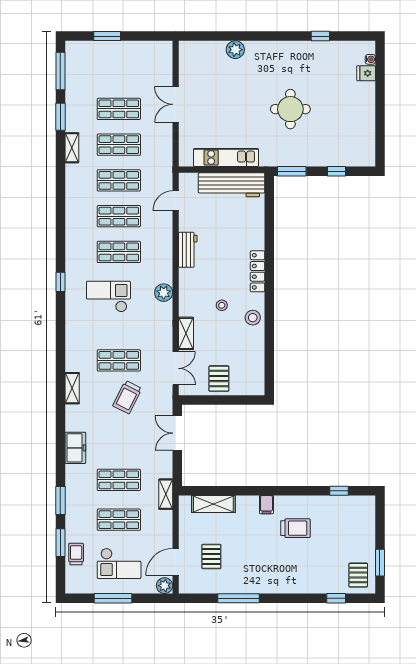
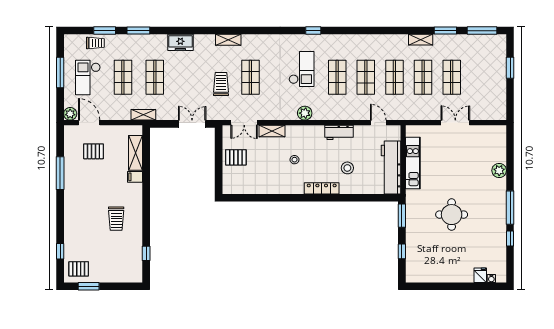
window: (282, 36) -> (510, 208), added
stool: (253, 318) -> (347, 168), moved
trolley: (127, 397) -> (221, 84), turned 63
filing cabinet: (266, 505) -> (135, 177), moved

